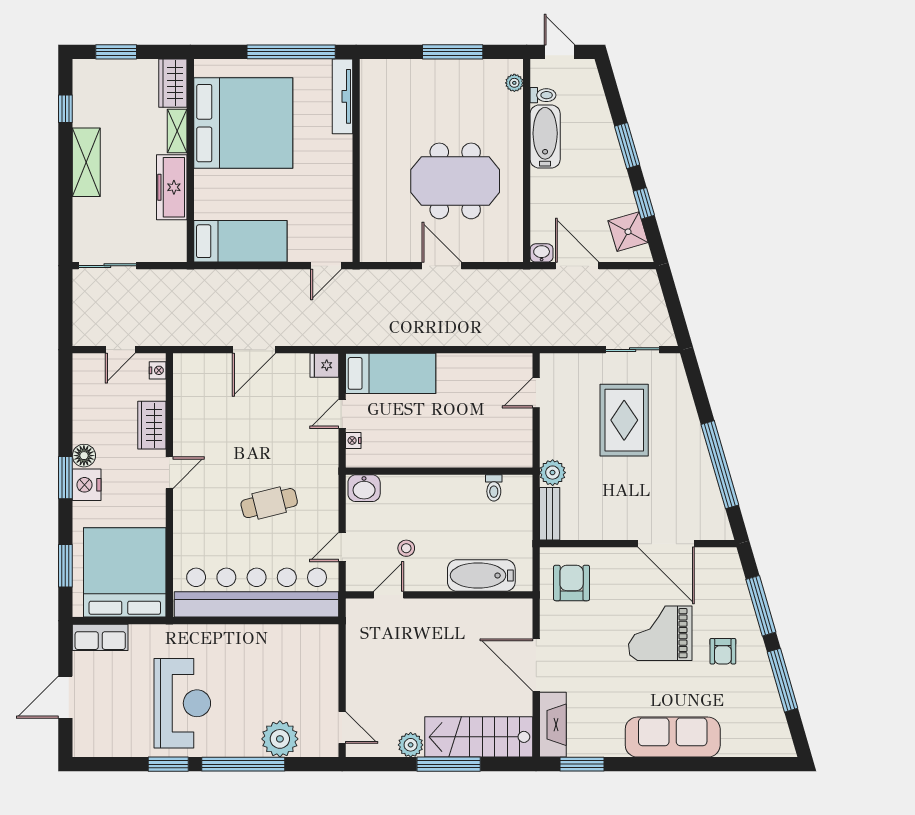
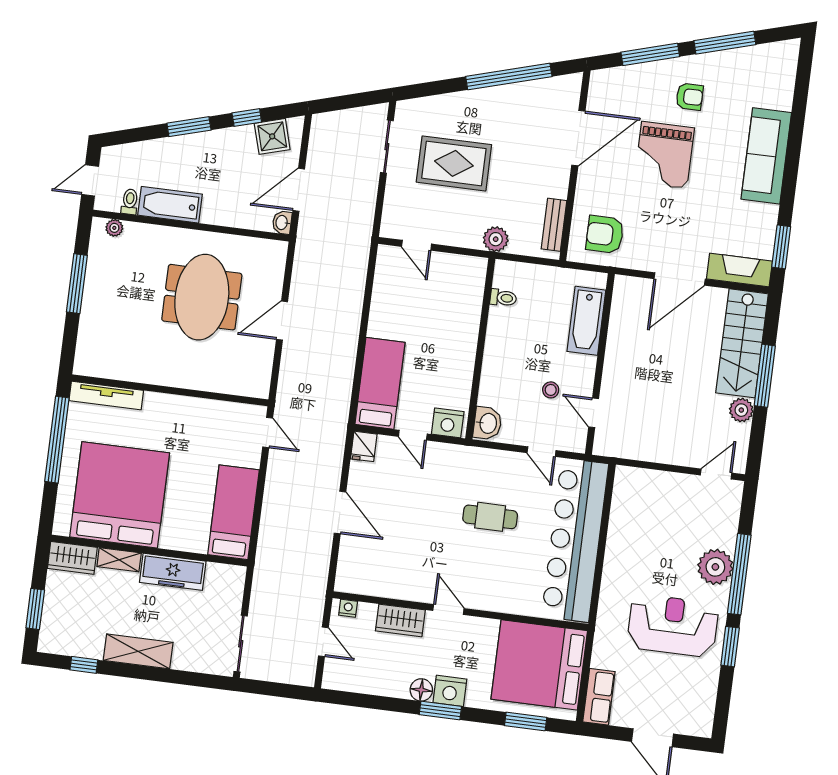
nightstand: (353, 440) -> (448, 423), width x1.89, depth x1.79
cafe table: (269, 503) -> (490, 517), turned -76
bench: (550, 514) -> (554, 225), moved, turned 90
plant: (280, 739) -> (715, 567), moved

